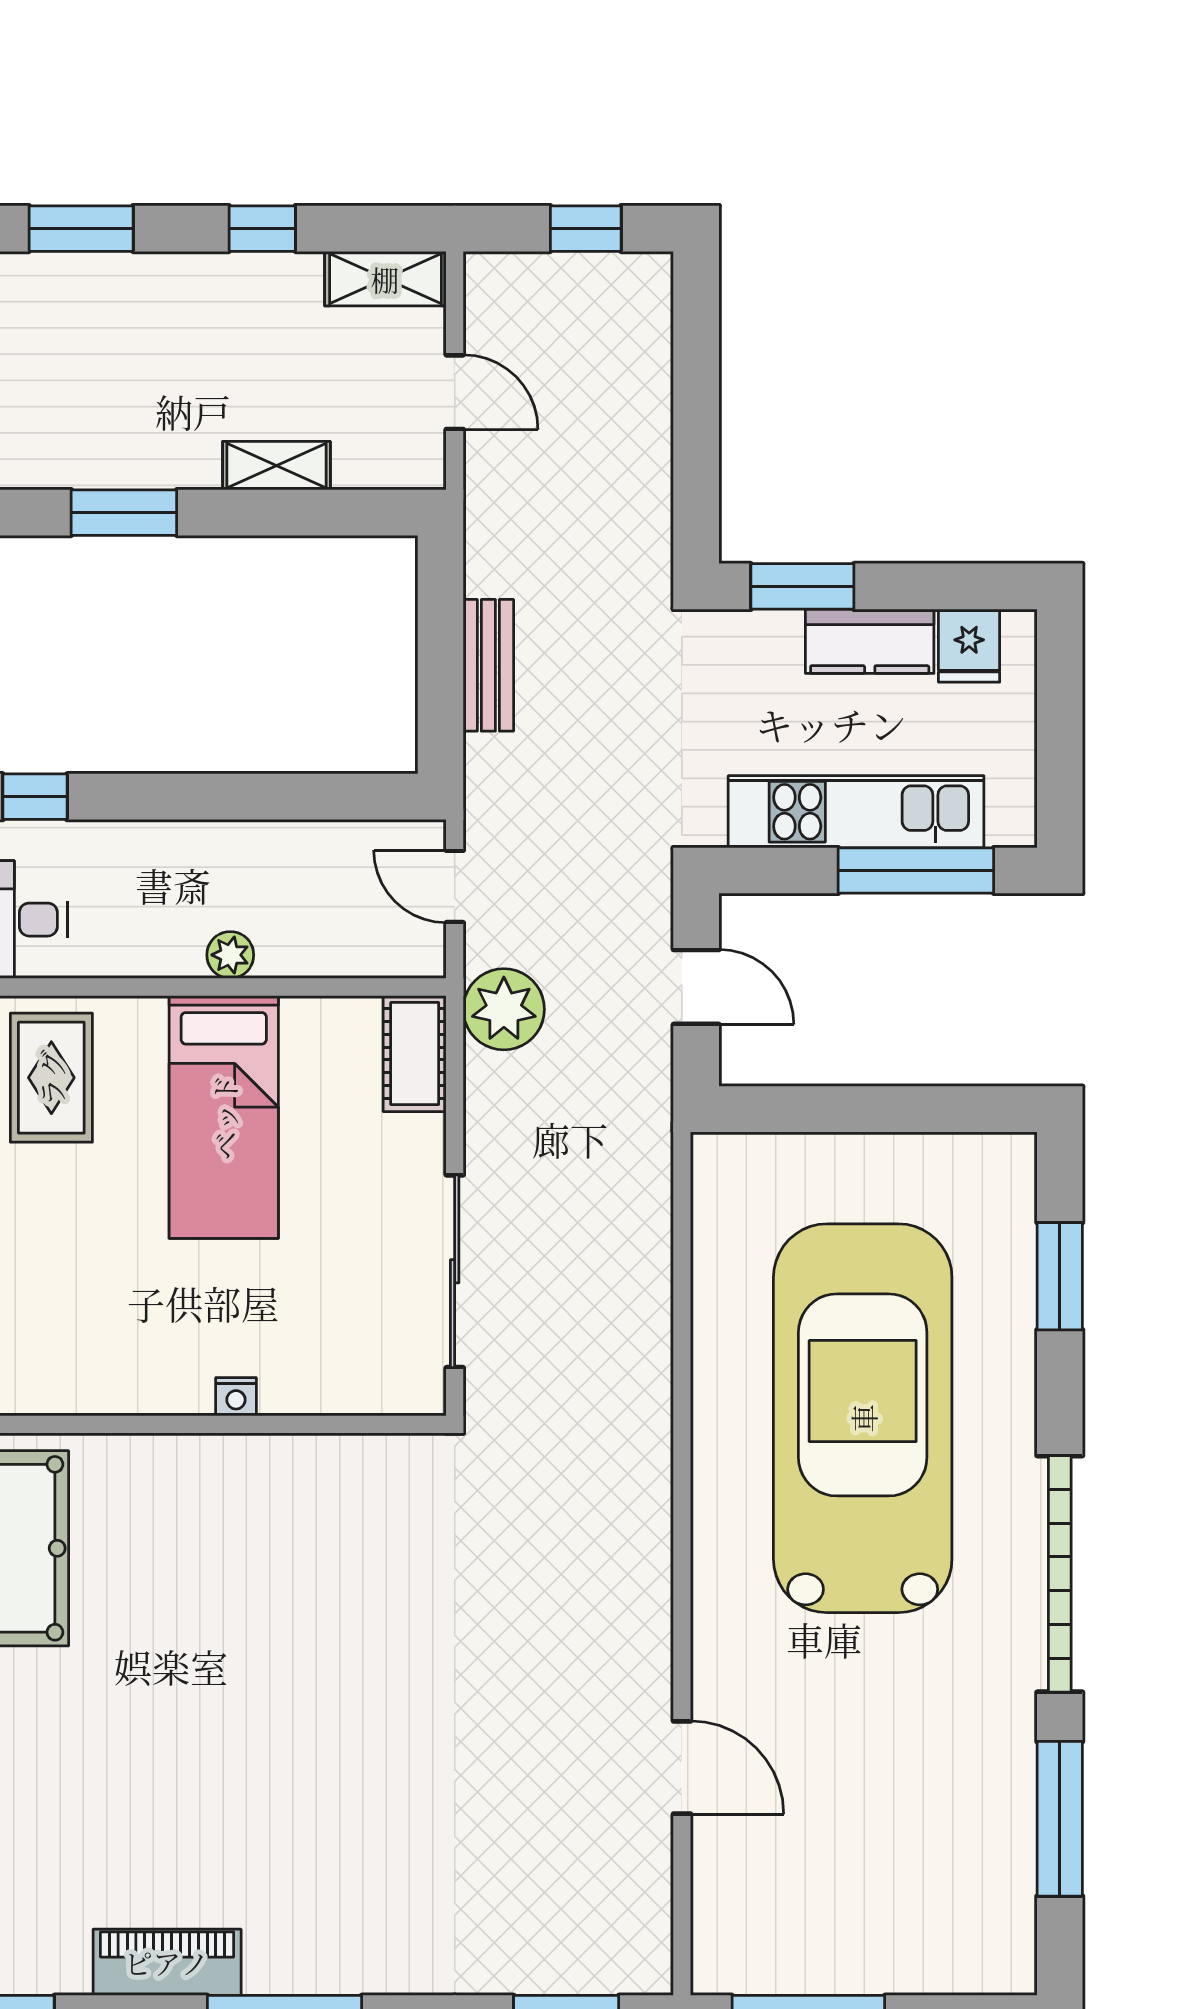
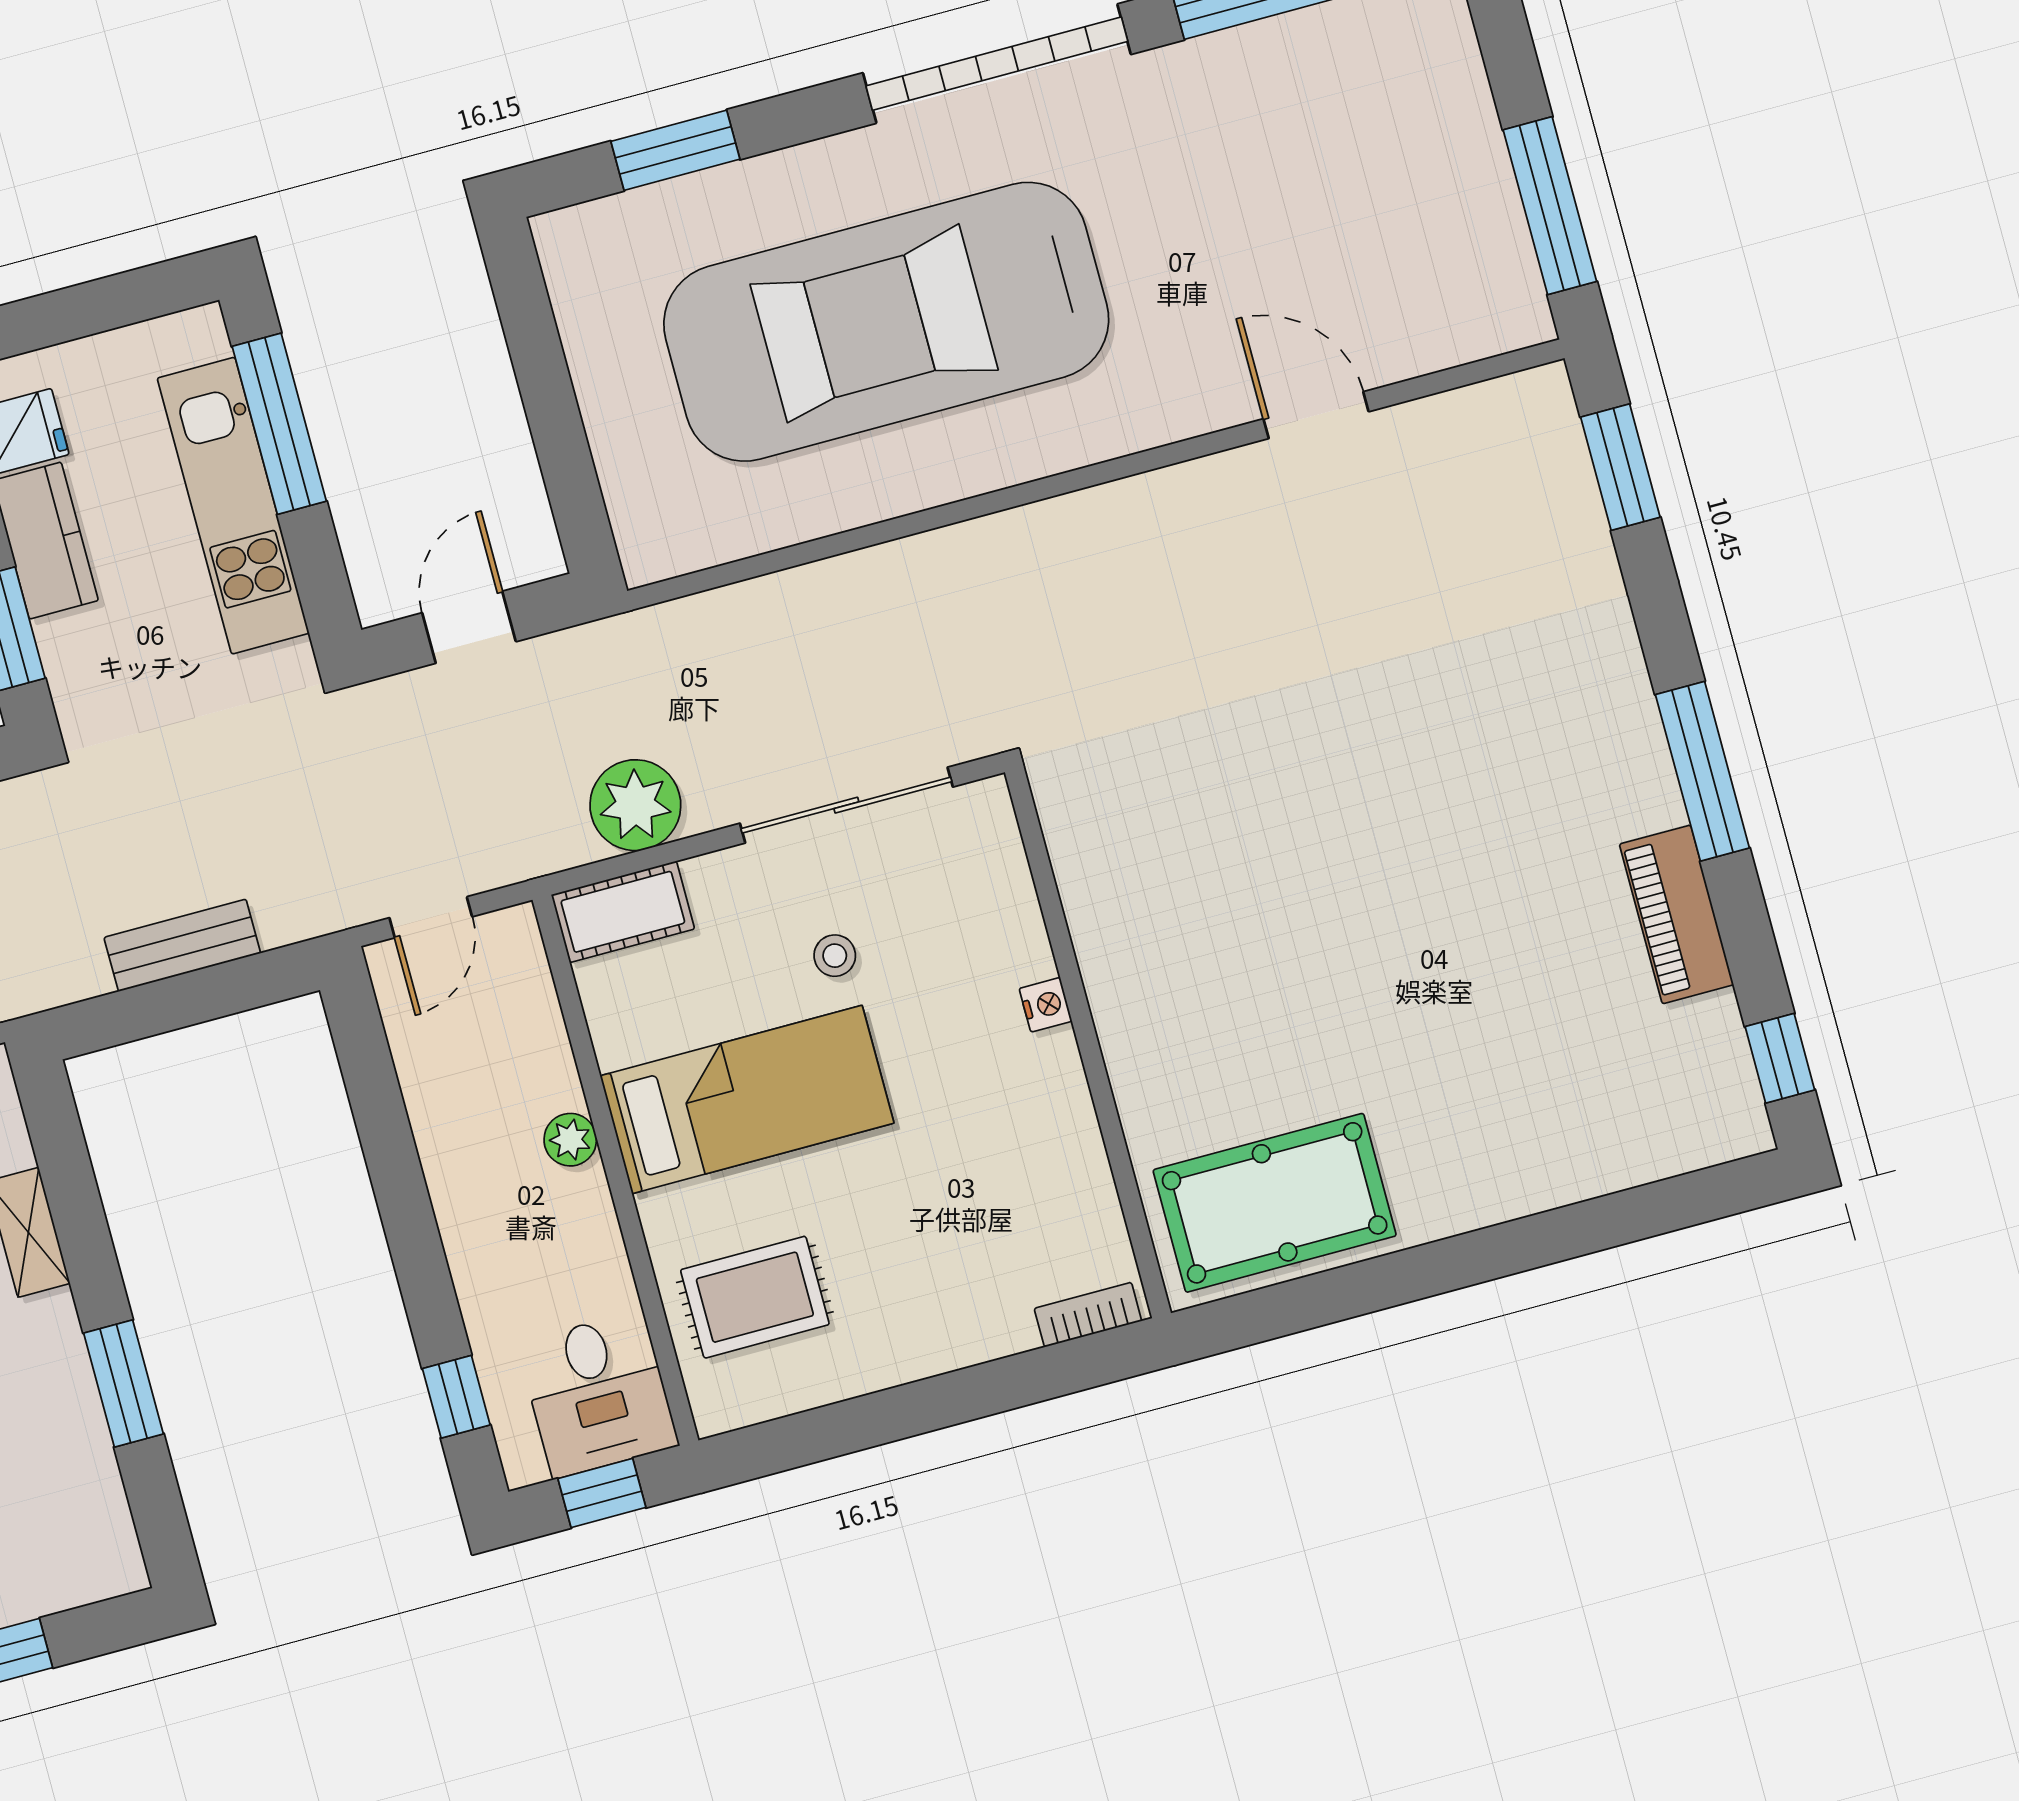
plant: (504, 1009) -> (635, 805), moved
stool: (328, 1226) -> (835, 956), added
door: (682, 1767) -> (1316, 415), hinge flipped

